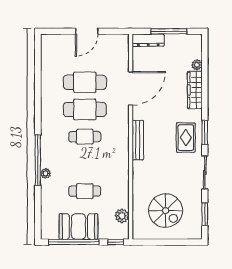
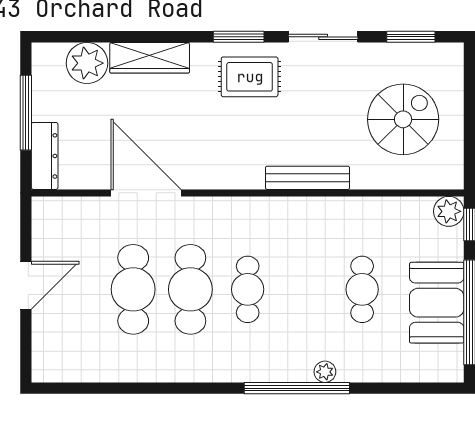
door: (87, 31) -> (26, 285), hinge flipped
plant: (197, 65) -> (87, 63), width x1.88, depth x1.88
bench: (138, 140) -> (308, 178), moved
plant: (122, 216) -> (449, 211), moved

